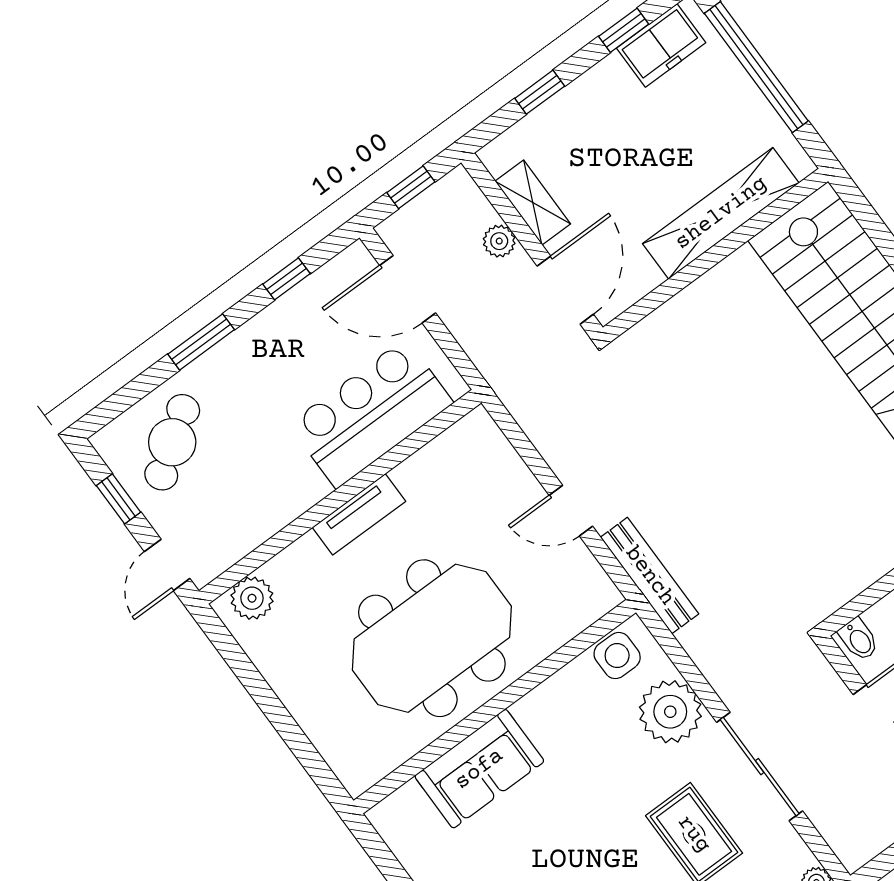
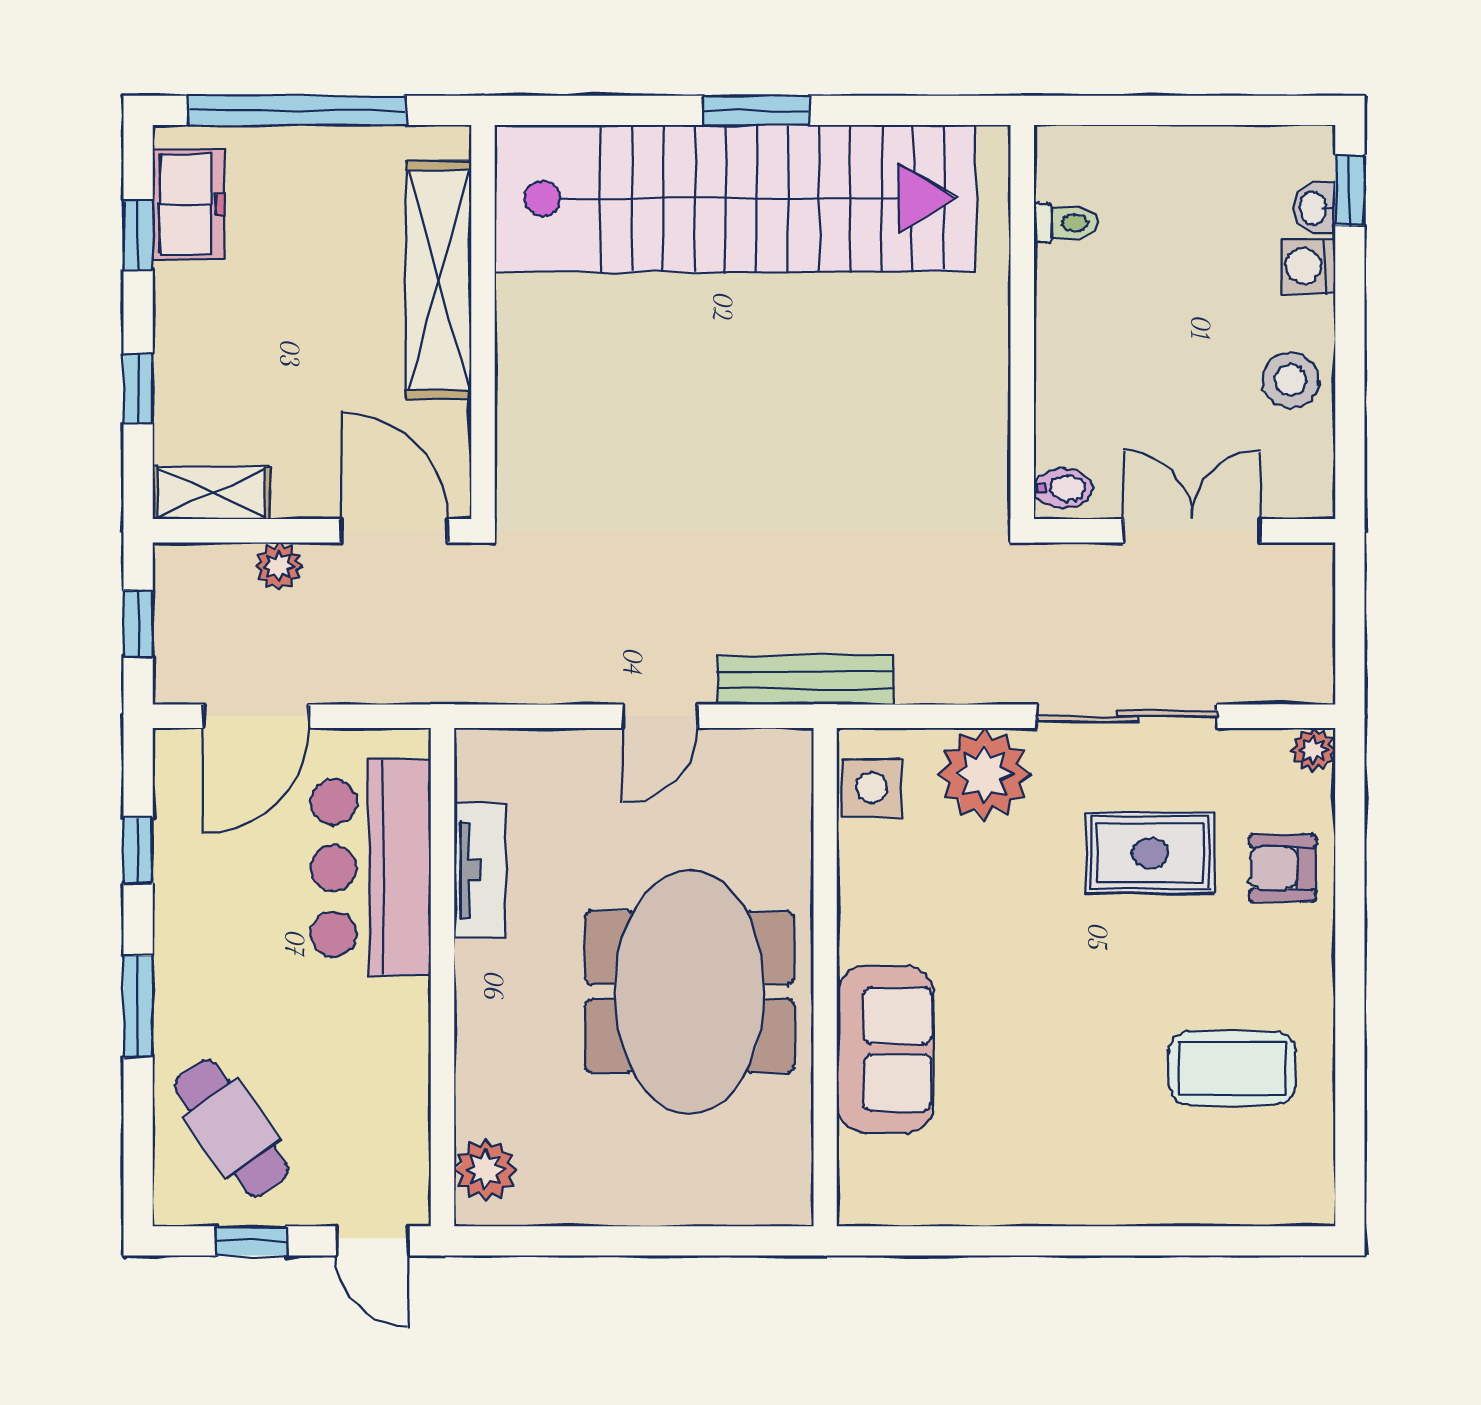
shelving: (533, 203) -> (211, 493), moved
tv unit: (359, 514) -> (480, 870), moved

